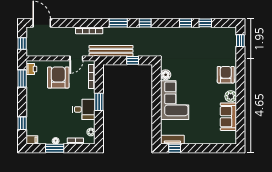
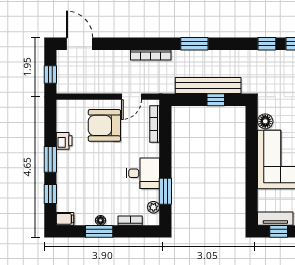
window: (145, 23) -> (267, 44), moved
bench: (111, 51) -> (208, 86), moved
printer: (31, 69) -> (64, 141), moved
armchair: (58, 77) -> (104, 125), turned -90
window: (22, 78) -> (50, 159), moved
window: (99, 102) -> (165, 191), moved

